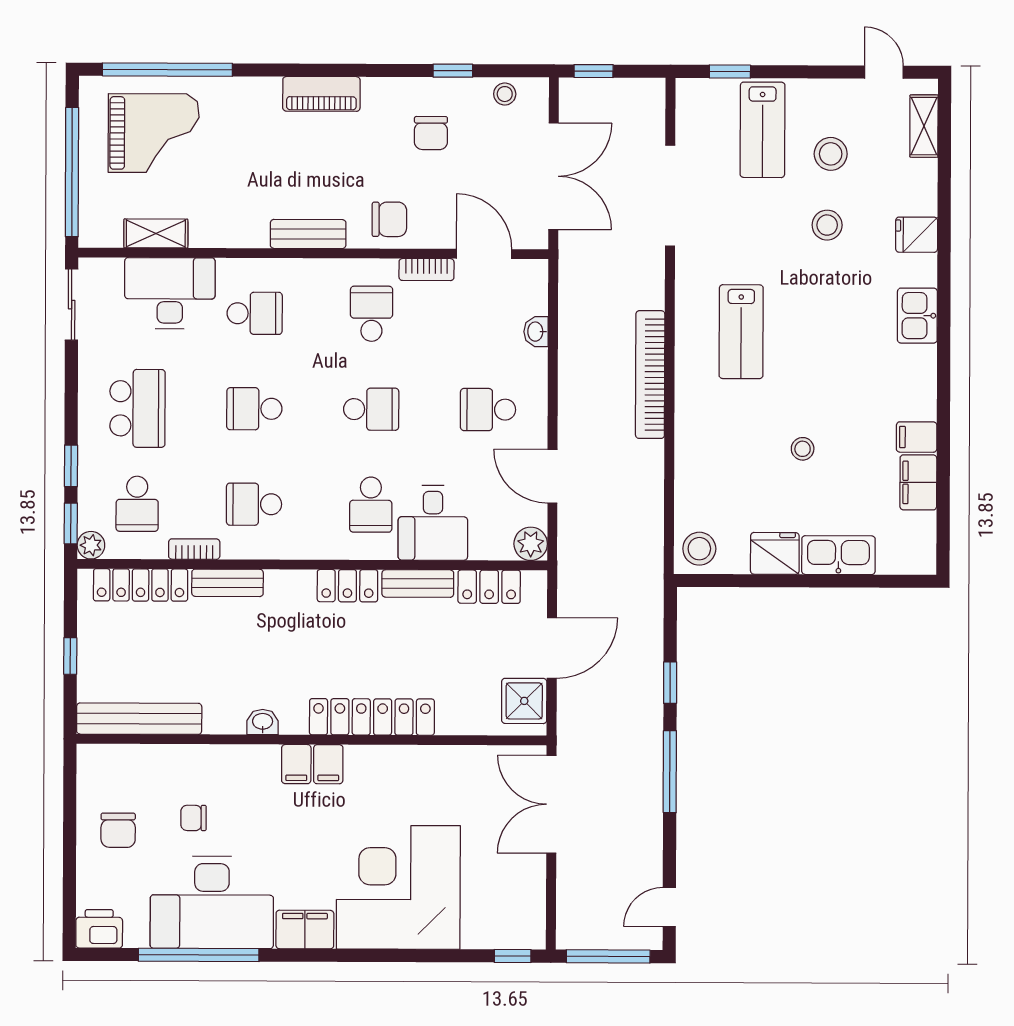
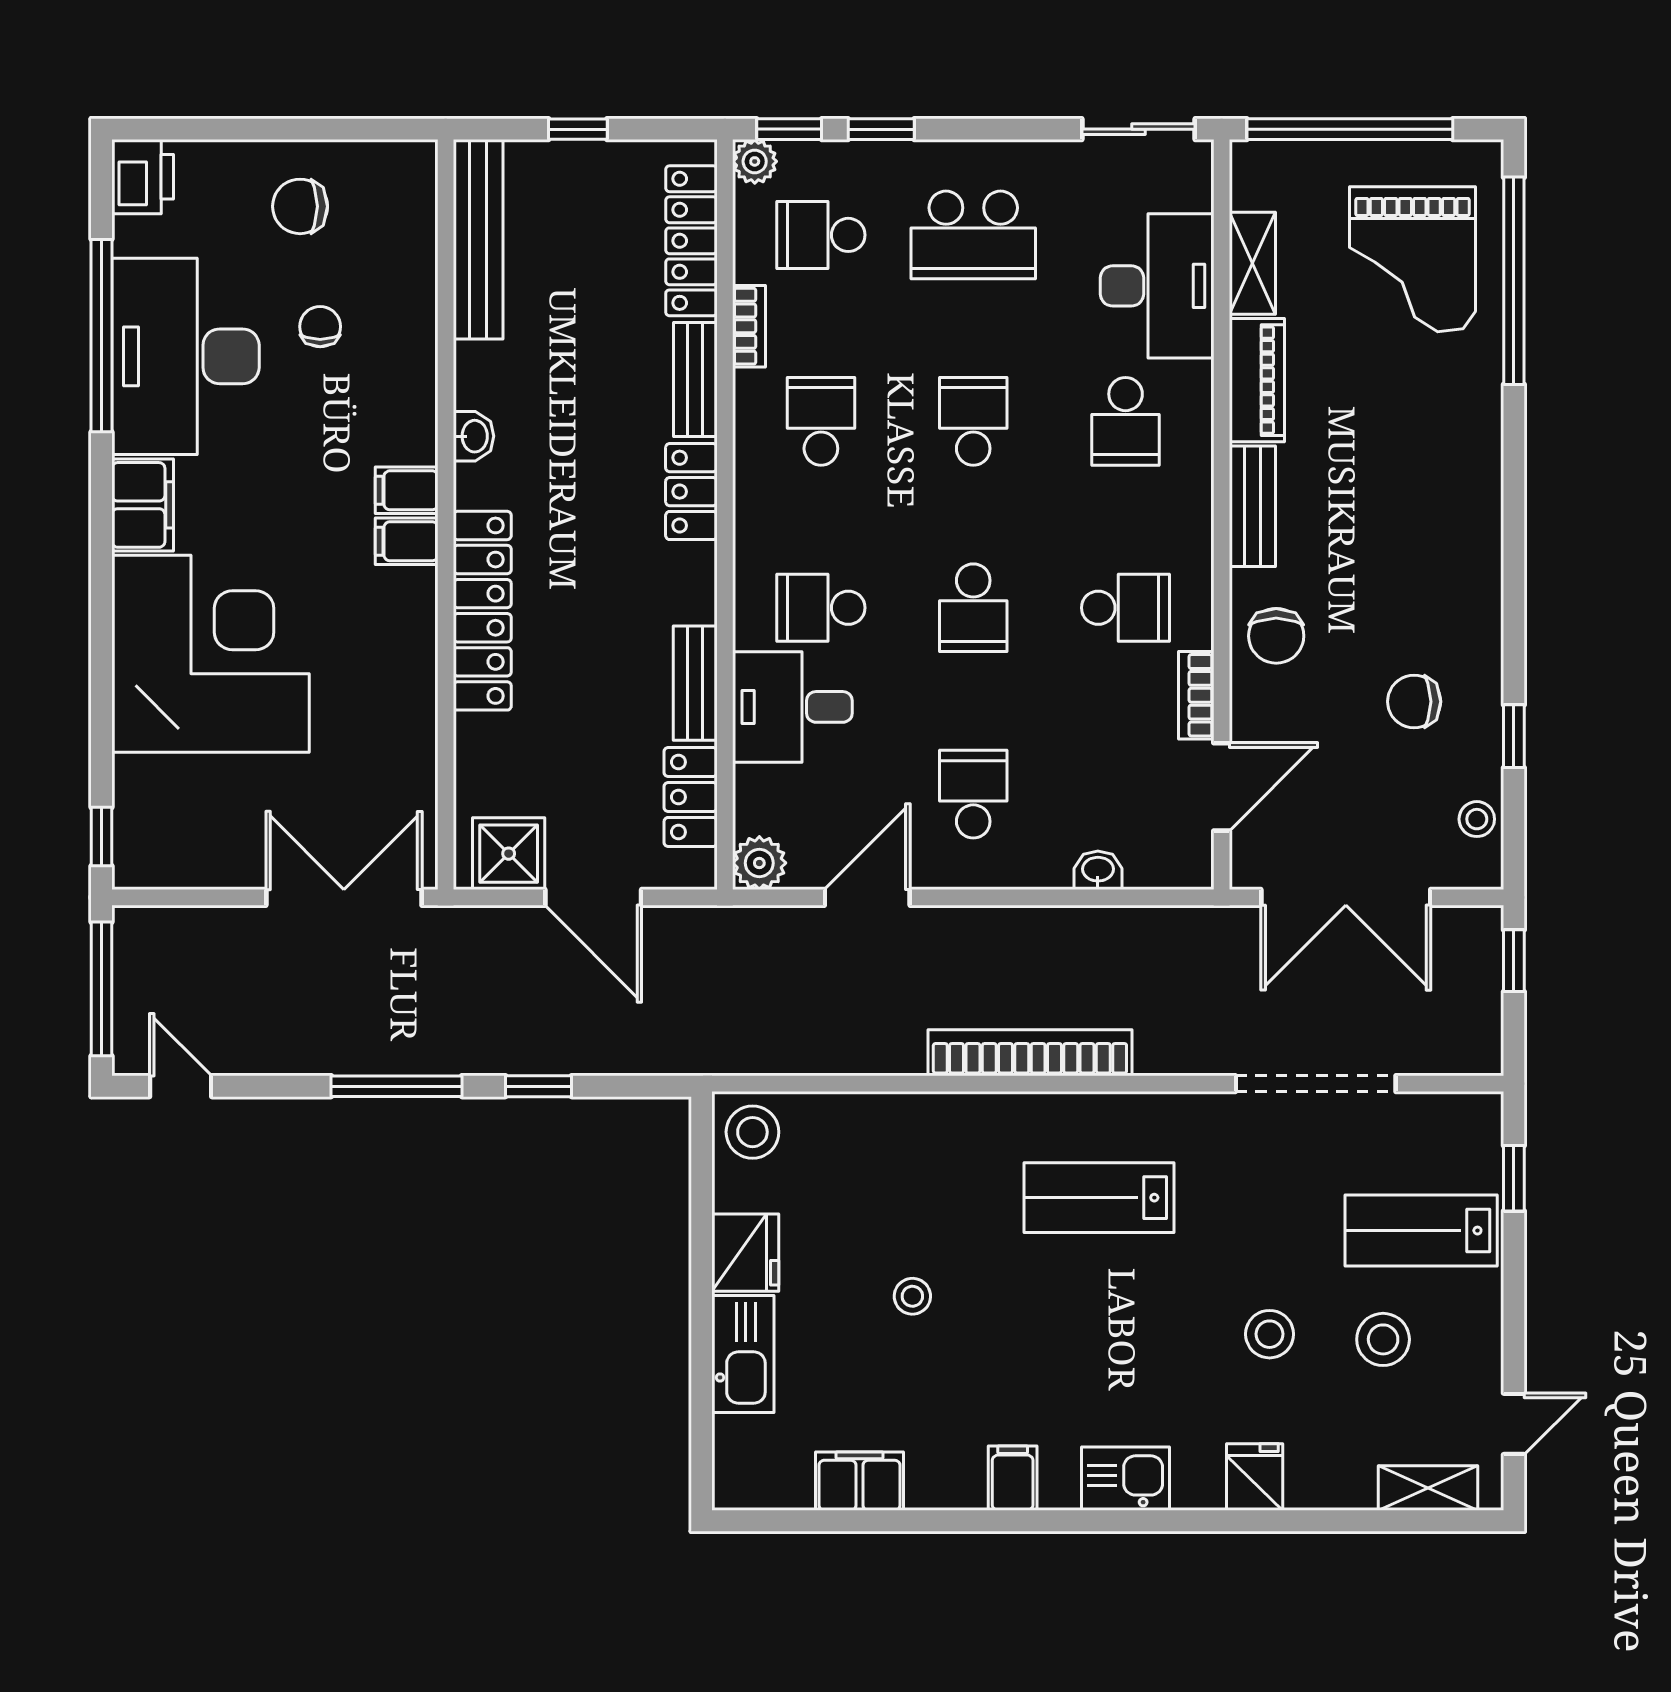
piano: (321, 94) -> (1257, 380), moved, turned 180
filing cabinet: (917, 437) -> (1013, 1478), moved
locker: (347, 586) -> (691, 492), moved

